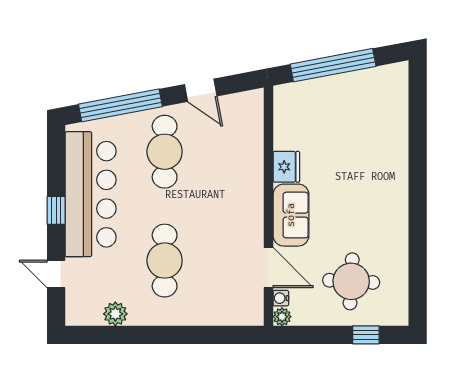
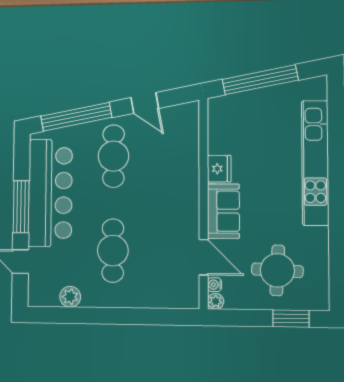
kitchen unit: (394, 161) -> (315, 163), added
window: (56, 210) -> (21, 207), width x2.17
window: (366, 335) -> (291, 319), width x1.50

